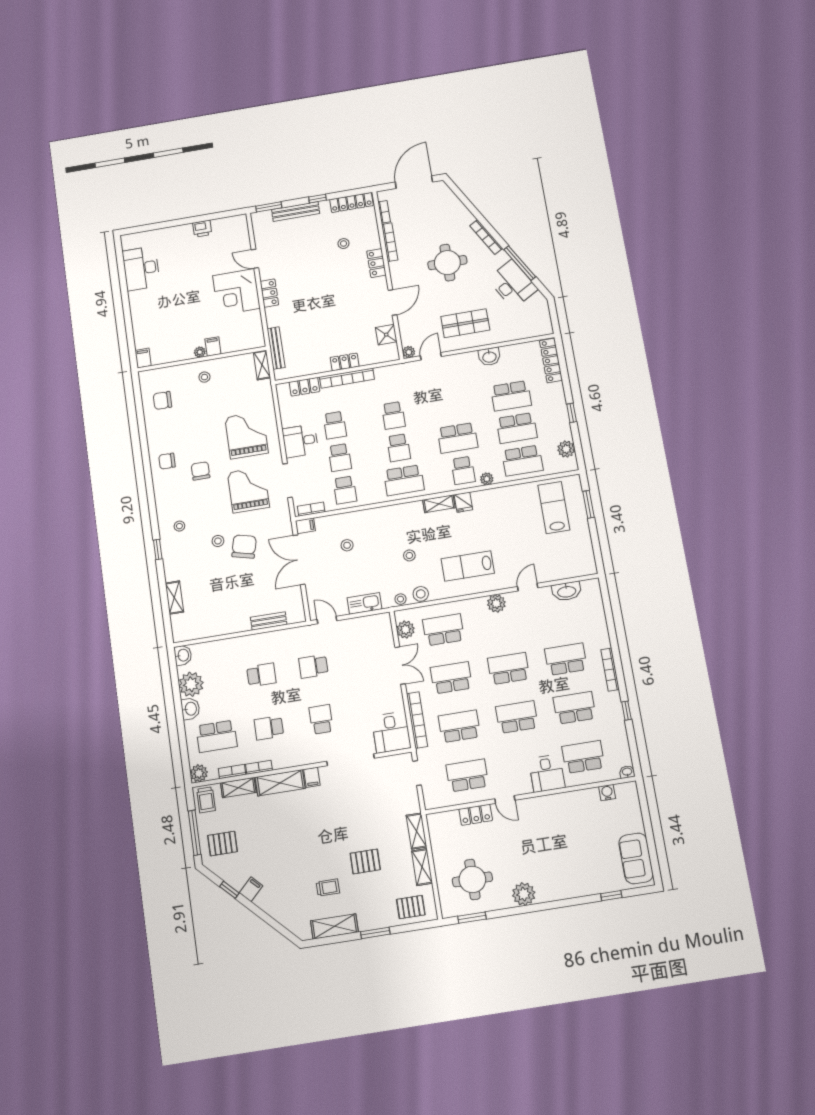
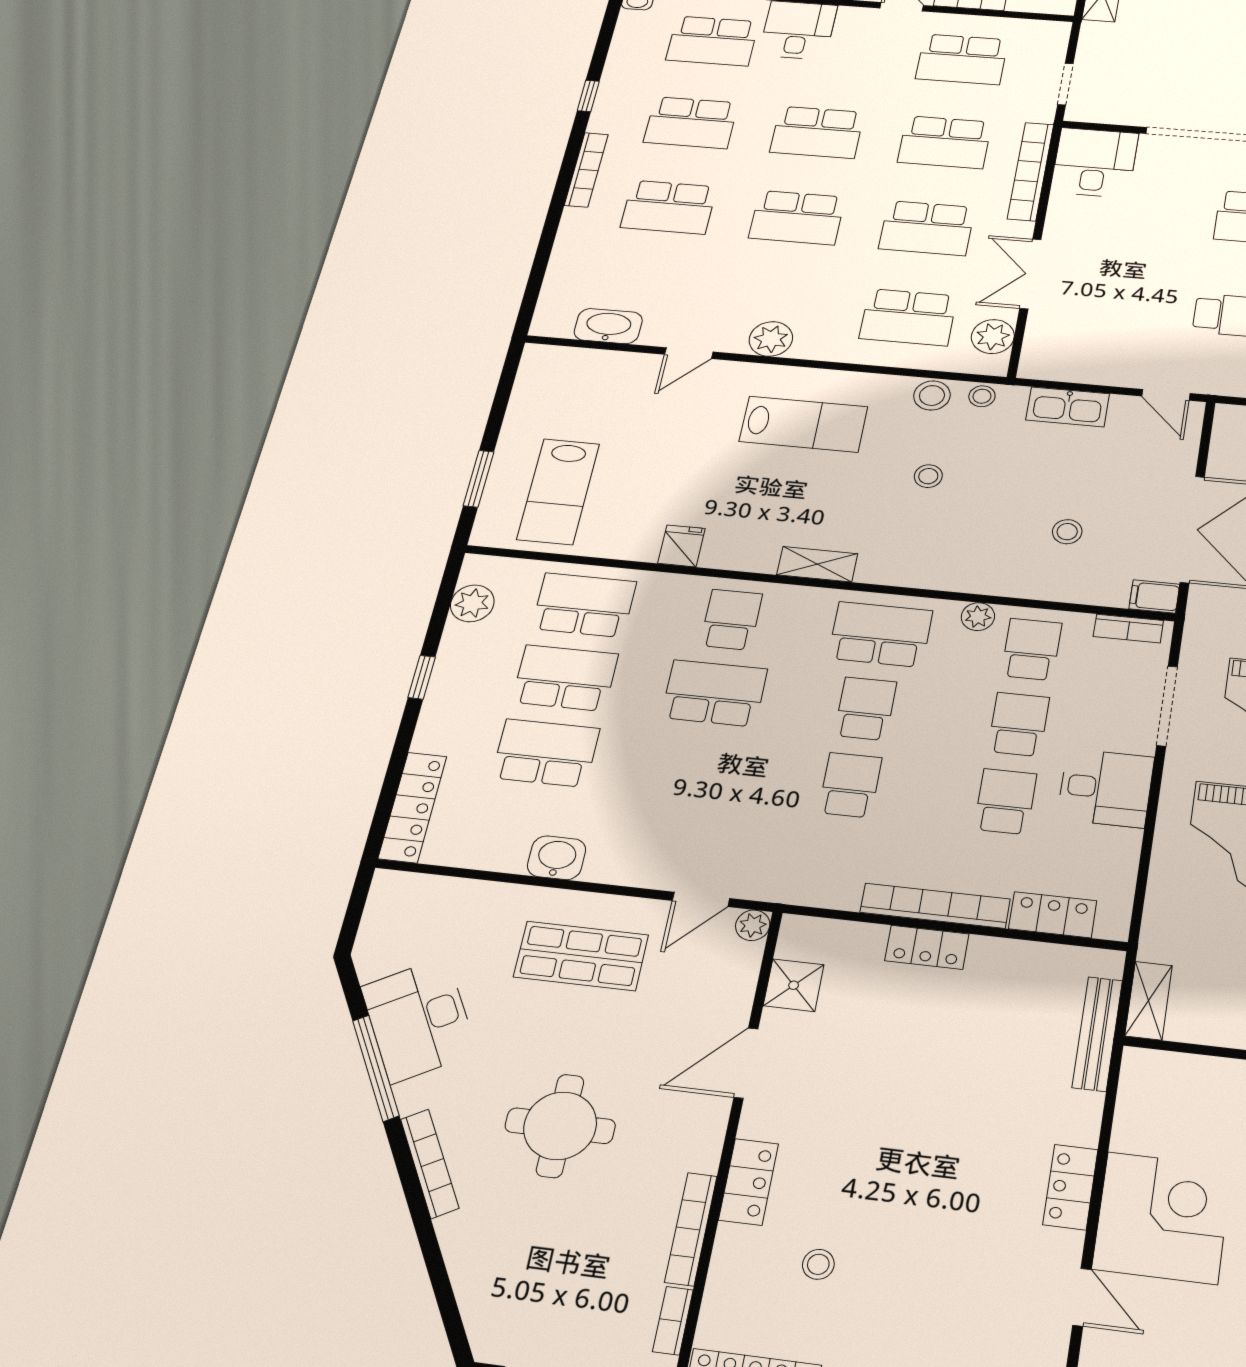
plant: (487, 479) -> (978, 617), moved
fridge: (463, 502) -> (682, 546), moved

